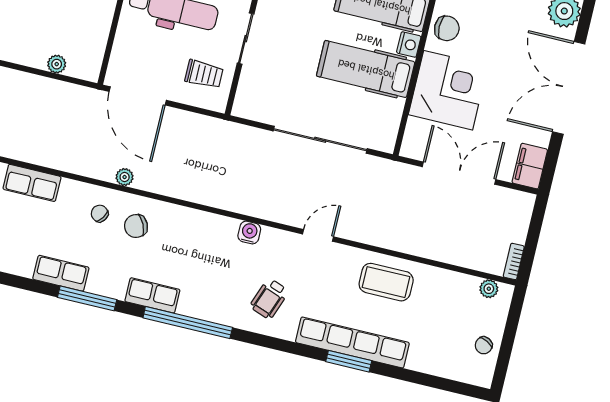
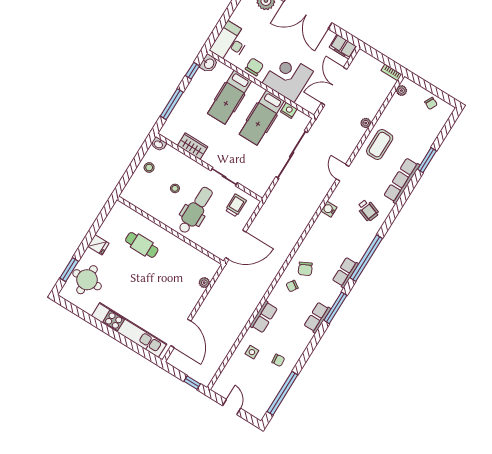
nightstand: (409, 44) -> (289, 110), moved
plant: (125, 177) -> (366, 123), moved
row of seats: (352, 343) -> (402, 180), width x0.73
window: (349, 361) -> (427, 160), moved

